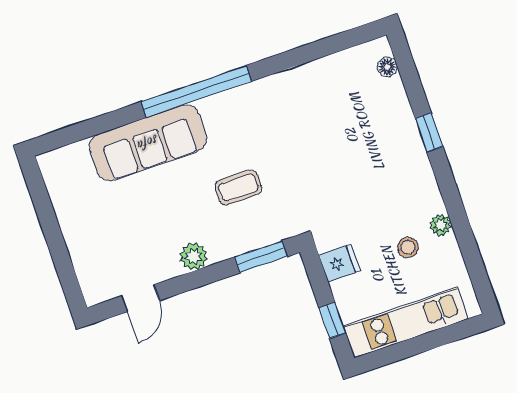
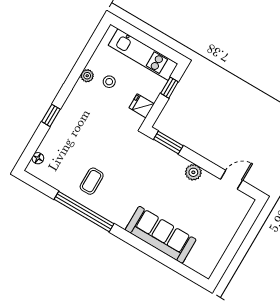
window: (196, 91) -> (84, 212), moved
coffee table: (238, 188) -> (92, 181), moved, turned 90

